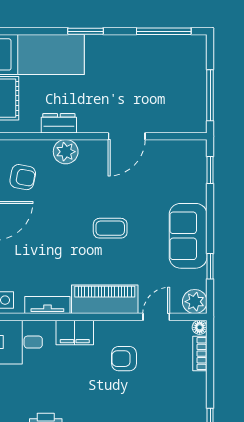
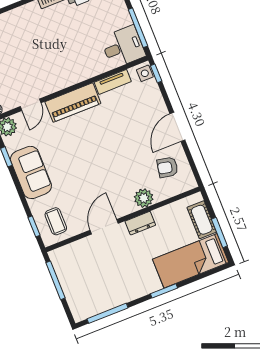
dresser: (59, 123) -> (140, 223), moved
coffee table: (110, 228) -> (56, 221), moved, turned 90
filing cabinet: (75, 332) -> (85, 70), removed
armchair: (124, 359) -> (42, 65), removed

